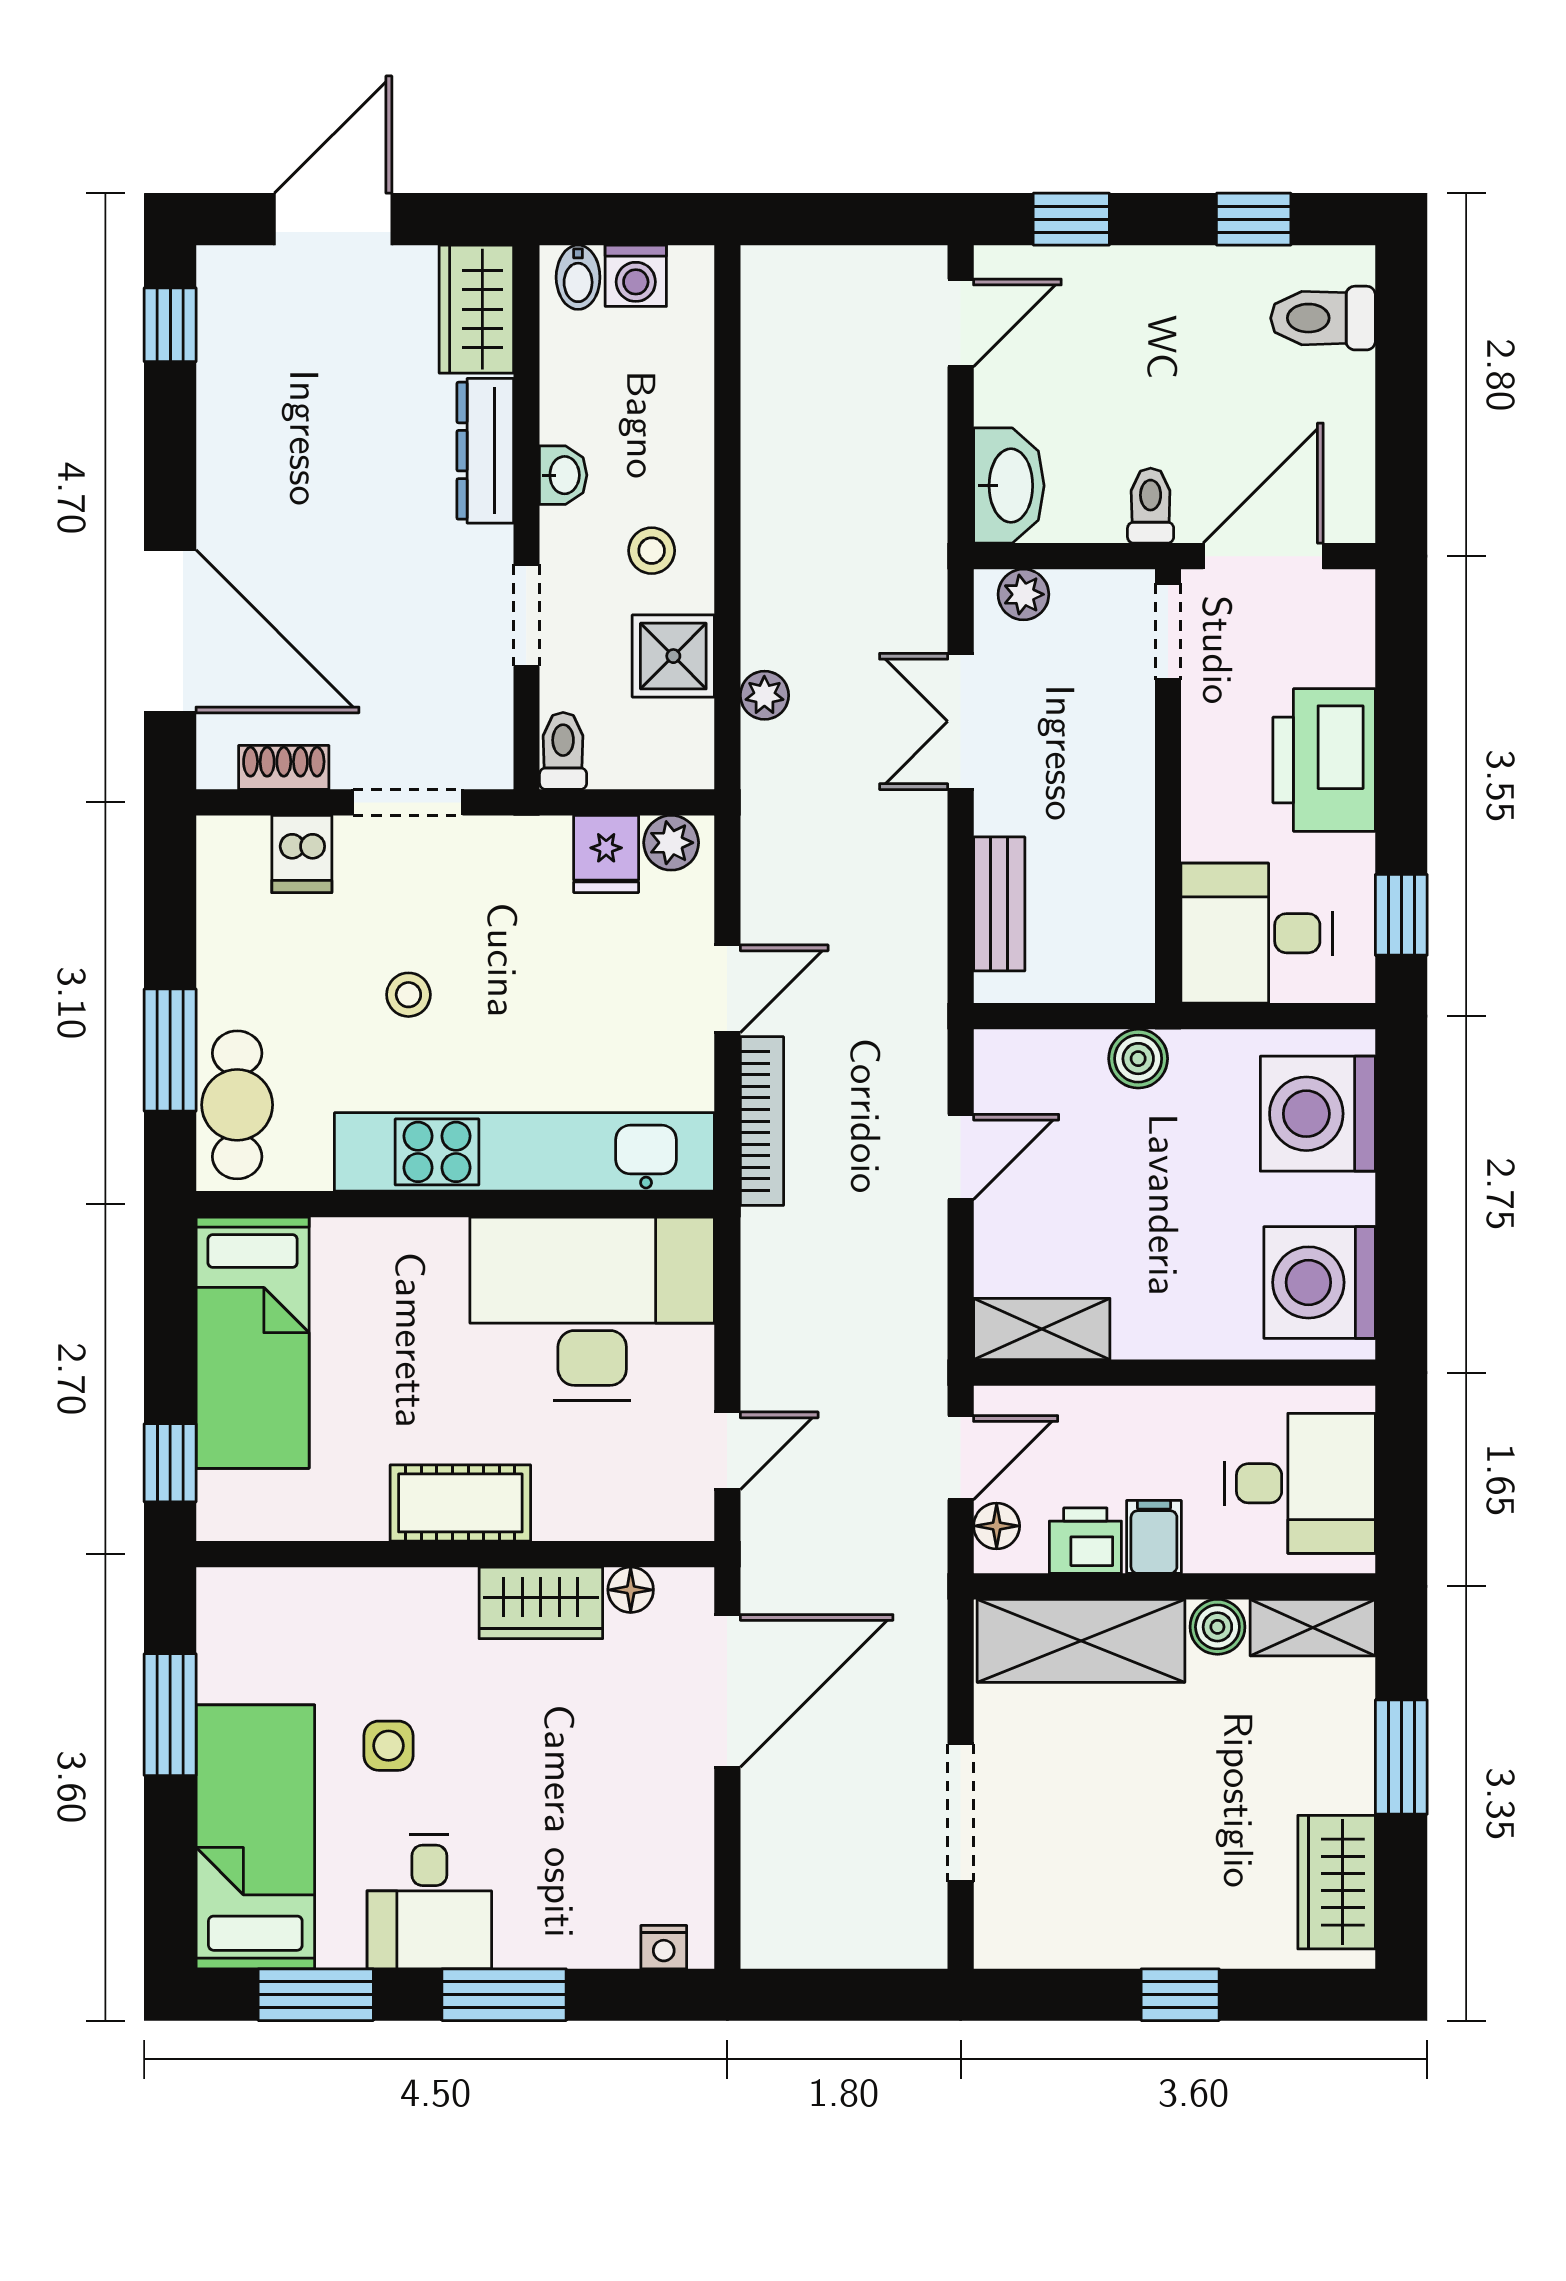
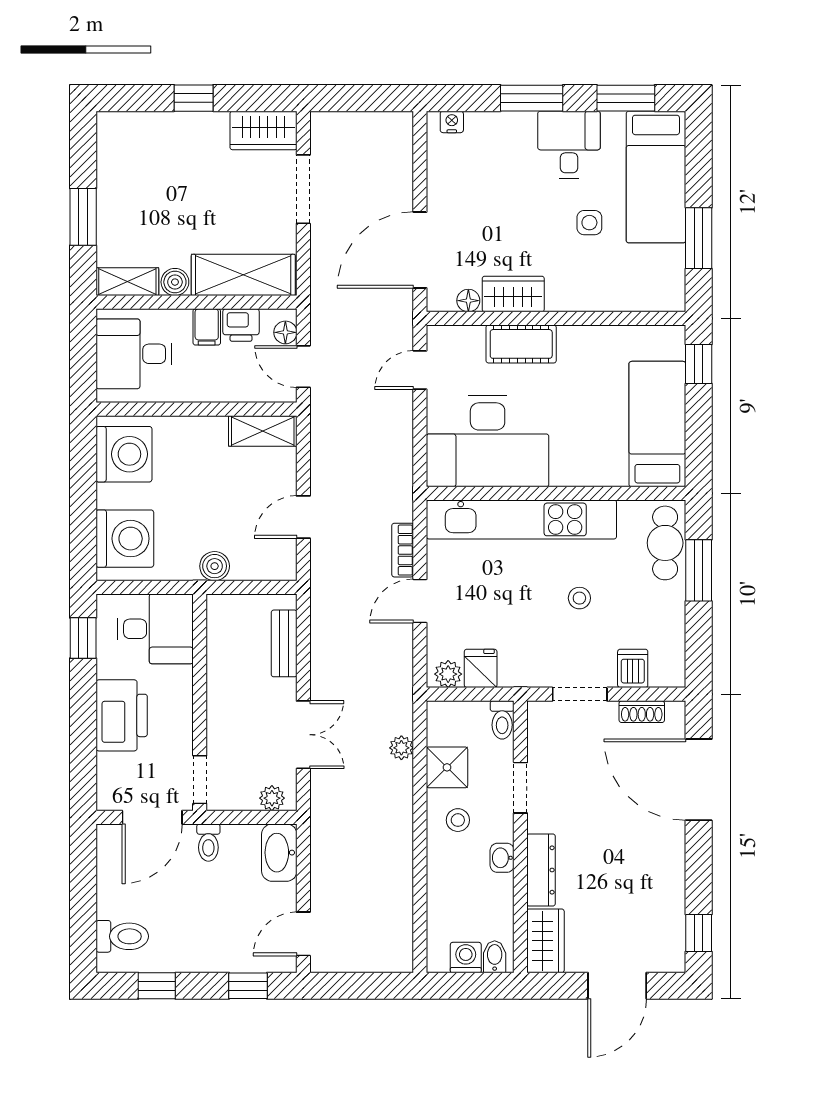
bookcase: (762, 1121) -> (403, 550), width x0.64
door: (961, 1458) -> (303, 367), hinge flipped
cot: (460, 1503) -> (521, 344), moved
wardrobe: (1337, 1882) -> (263, 130), moved, turned 90

